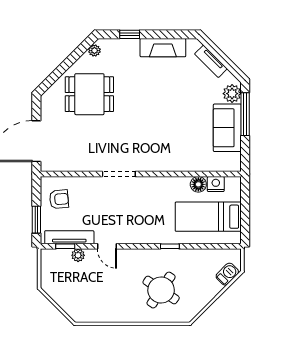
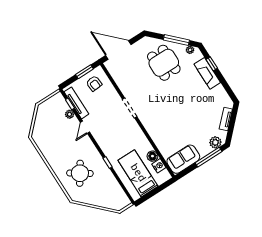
fireplace: (163, 48) -> (207, 73), moved
window: (71, 60) -> (176, 40), added
sofa: (227, 128) -> (183, 159), moved
window: (36, 220) -> (84, 72), moved
barbecue: (227, 274) -> (113, 205), removed

